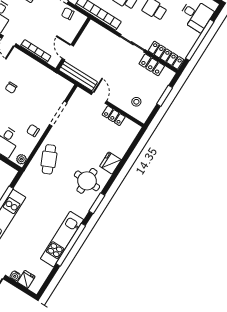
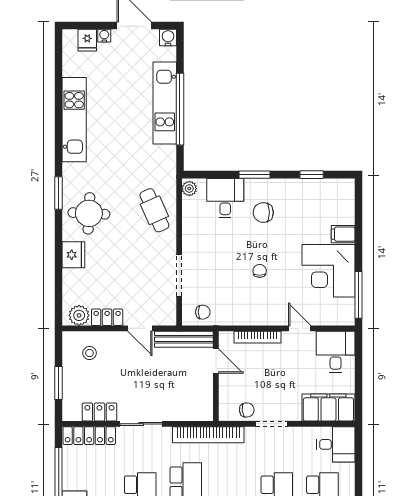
plant: (129, 127) -> (79, 315), added
chair: (33, 131) -> (203, 312), moved
window: (71, 245) -> (59, 119), removed

